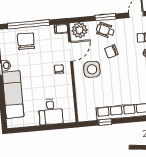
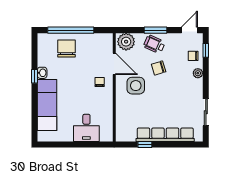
filing cabinet: (61, 29) -> (106, 38), removed
door: (71, 51) -> (114, 64), hinge flipped

